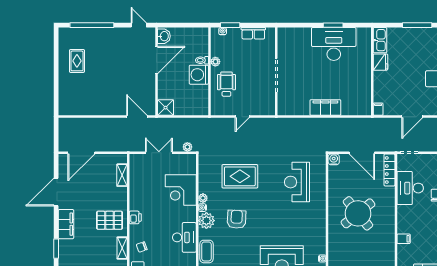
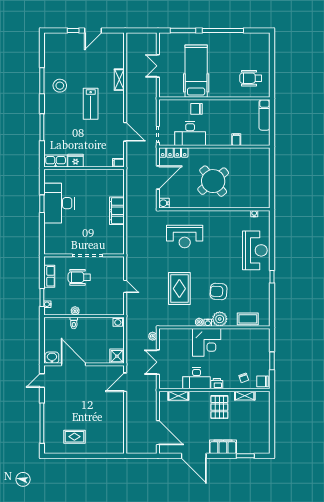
washing machine: (199, 75) -> (118, 322), moved, width x0.53, depth x0.53
wheelchair: (226, 84) -> (79, 277), moved
corner desk: (181, 190) -> (207, 342), moved
desk: (184, 237) -> (197, 378), moved, turned 180

